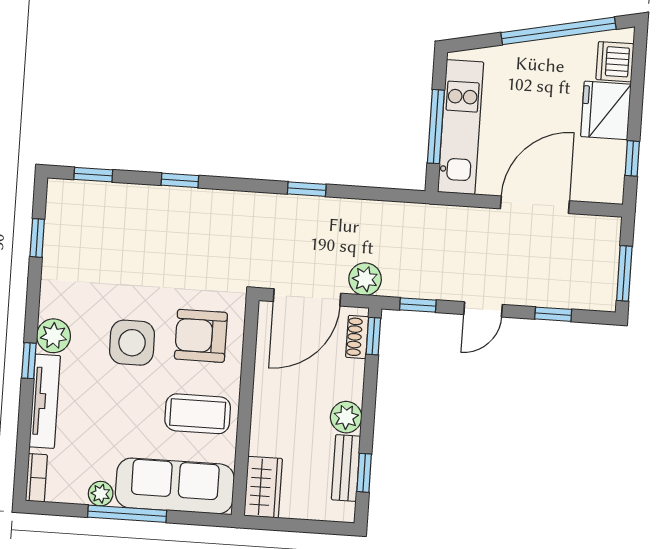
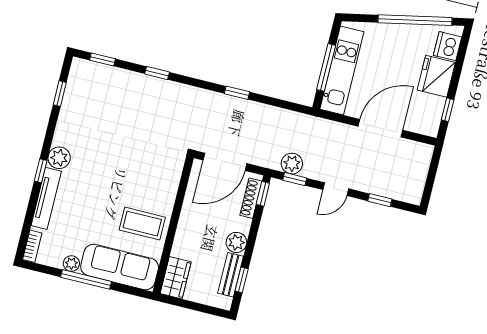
window: (624, 273) -> (430, 182), removed
plant: (365, 279) -> (292, 164), moved
armchair: (201, 336) -> (153, 174), removed
shoe rack: (357, 337) -> (251, 198), width x1.43
side table: (132, 343) -> (108, 171), removed

